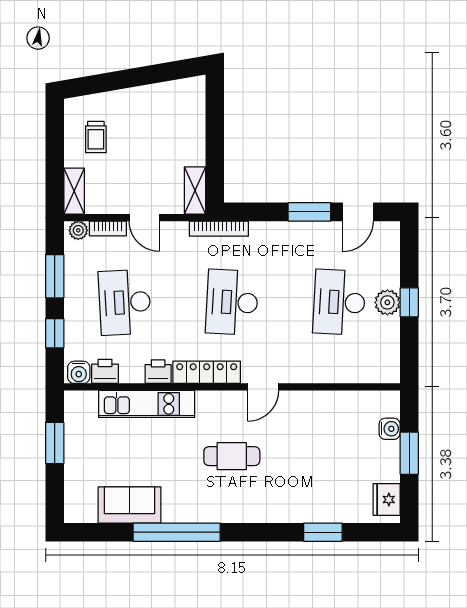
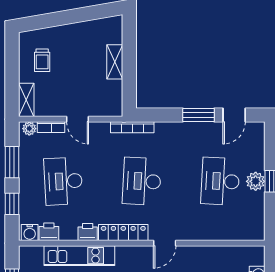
shelving: (195, 191) -> (115, 62), moved

